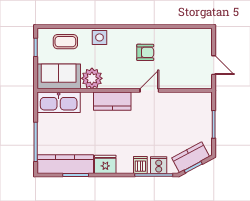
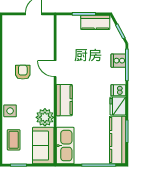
kitchen counter: (191, 157) -> (95, 22), moved, turned -62
dishwasher: (140, 165) -> (118, 90), moved

